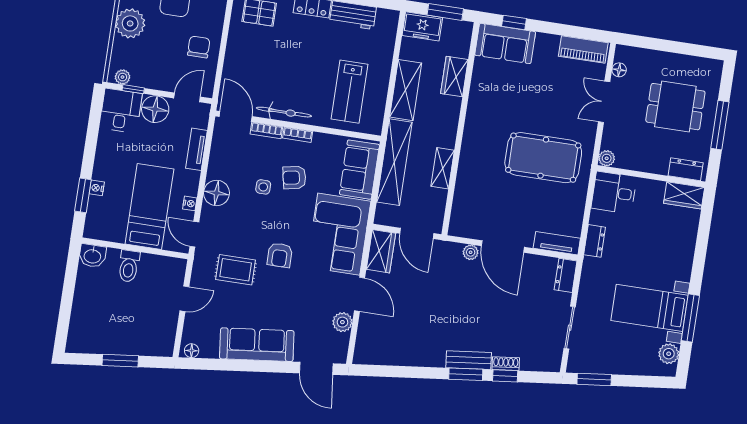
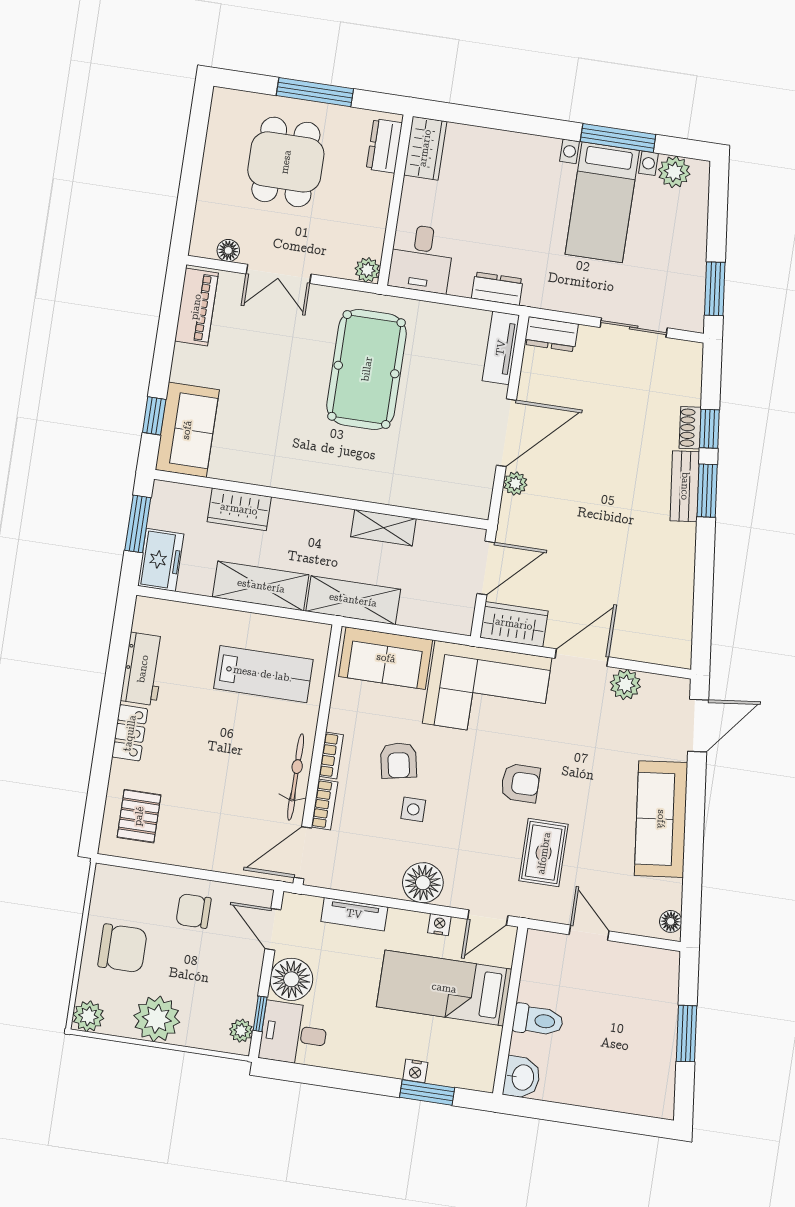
shelving: (394, 162) -> (353, 600), width x0.68

